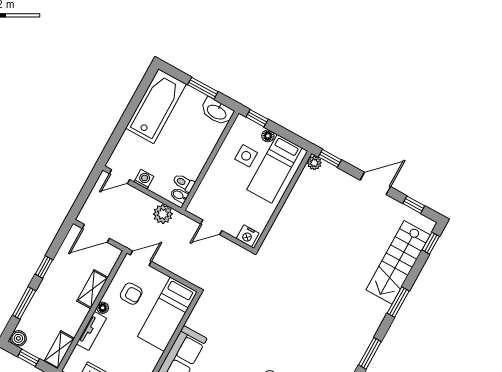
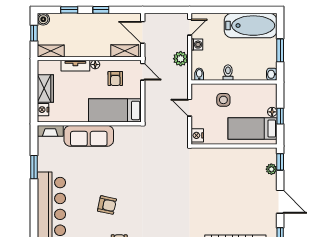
washbasin: (217, 112) -> (272, 74), width x0.52, depth x0.69
window: (257, 118) -> (280, 116), moved
side table: (246, 156) -> (223, 100), moved
plant: (314, 163) -> (271, 169), moved
door: (120, 177) -> (190, 27), swing flipped
toilet: (184, 183) -> (228, 73), moved
plant: (163, 214) -> (181, 59), moved
shelving: (92, 289) -> (125, 51), moved
window: (24, 303) -> (69, 10), width x0.67

